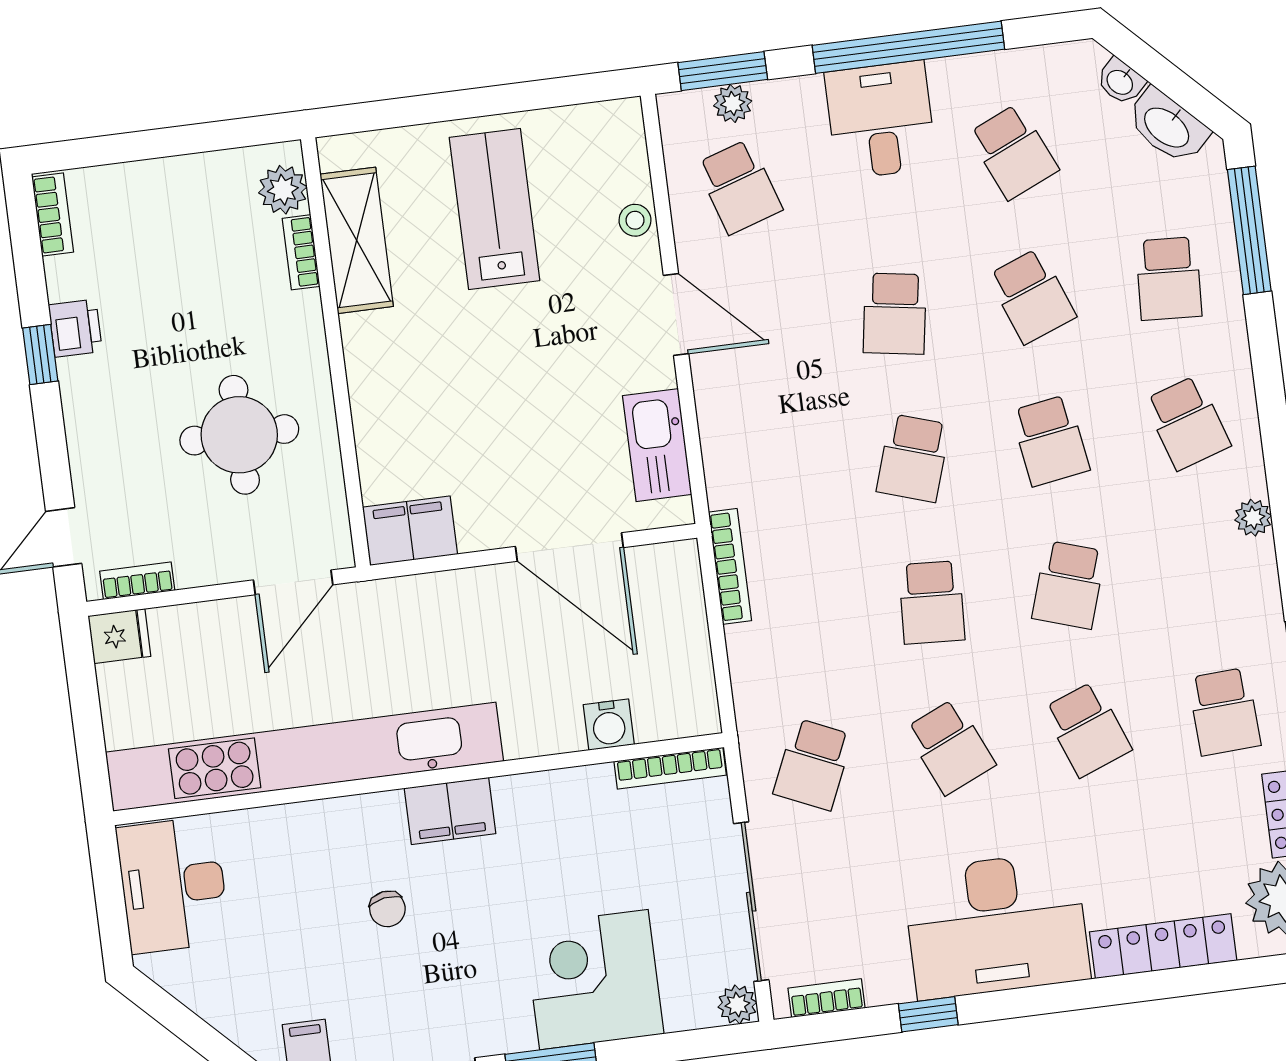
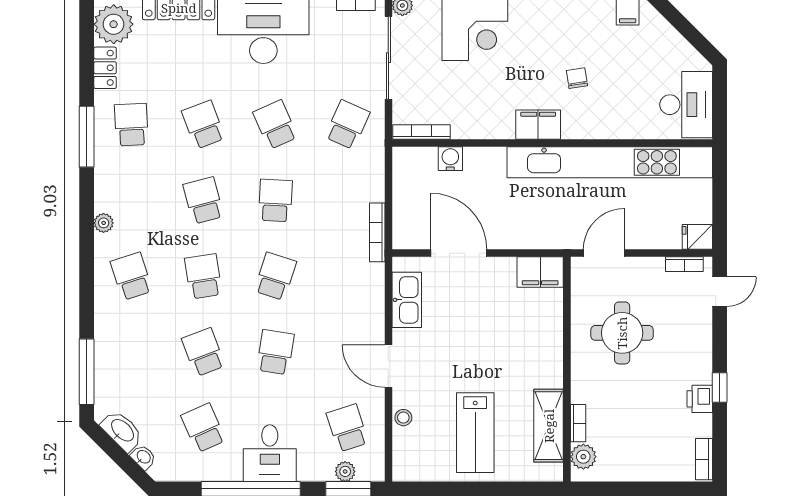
school desk: (1169, 279) -> (131, 352), removed
school desk: (1069, 585) -> (203, 200), turned -33

